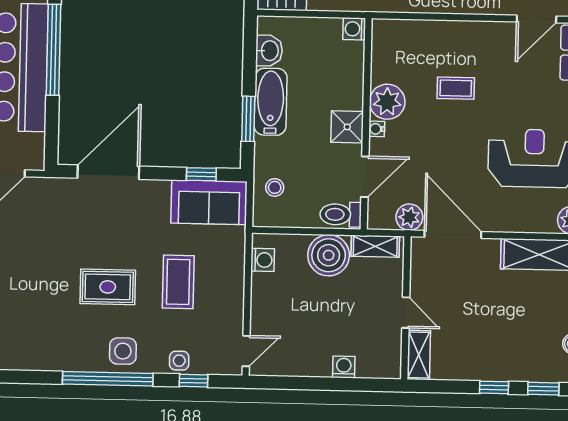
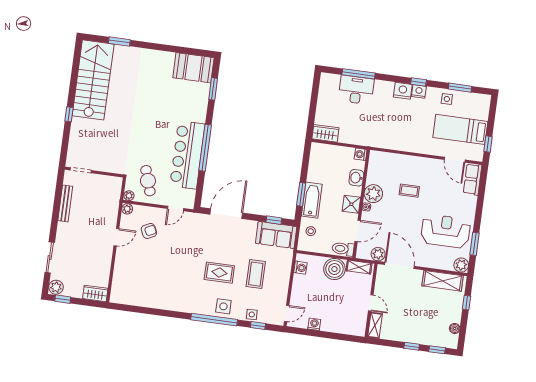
door: (536, 19) -> (455, 160), hinge flipped
washbasin: (269, 51) -> (356, 178), moved, turned 180
bathtub: (271, 102) -> (312, 200), moved
washing machine: (344, 367) -> (314, 324), moved

